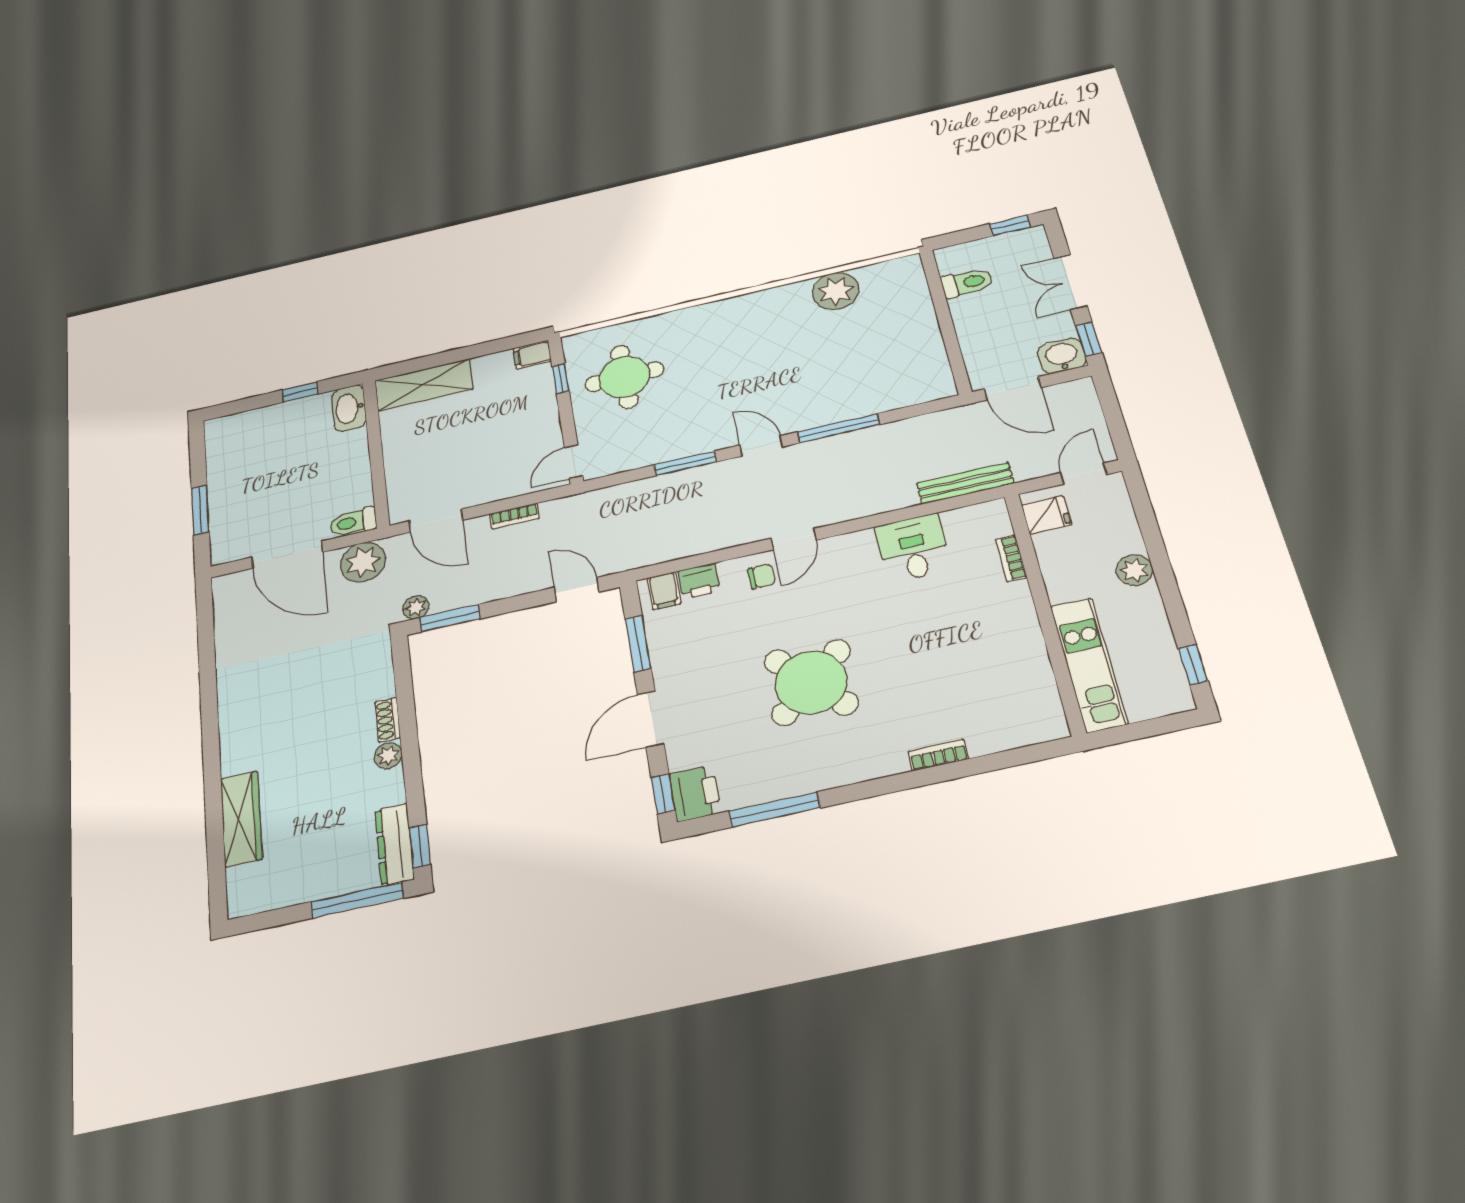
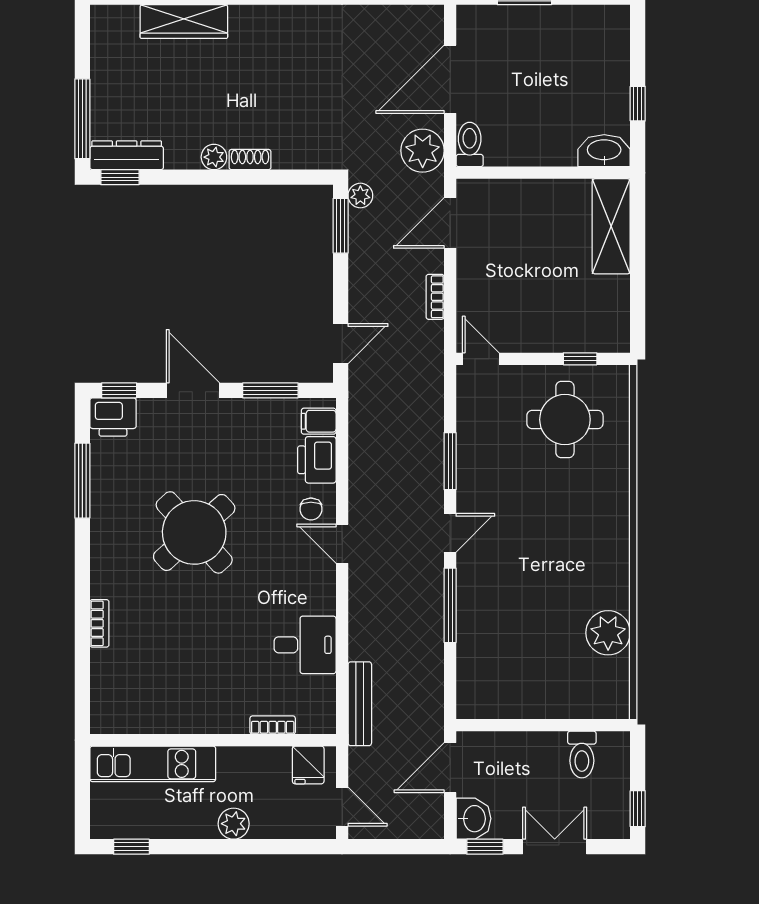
filing cabinet: (532, 355) -> (617, 335), removed
printer: (699, 581) -> (317, 460), width x1.36, depth x1.24

